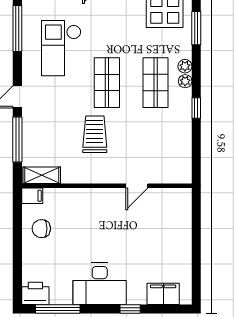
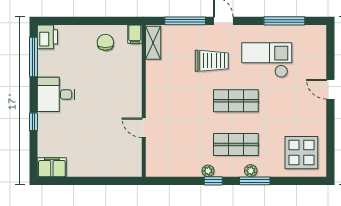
window: (196, 28) -> (255, 181), moved
plant: (185, 81) -> (208, 171), moved
trolley: (95, 134) -> (212, 61), moved
desk: (100, 284) -> (56, 94), width x0.73
filing cabinet: (163, 294) -> (52, 167), moved, turned -90

